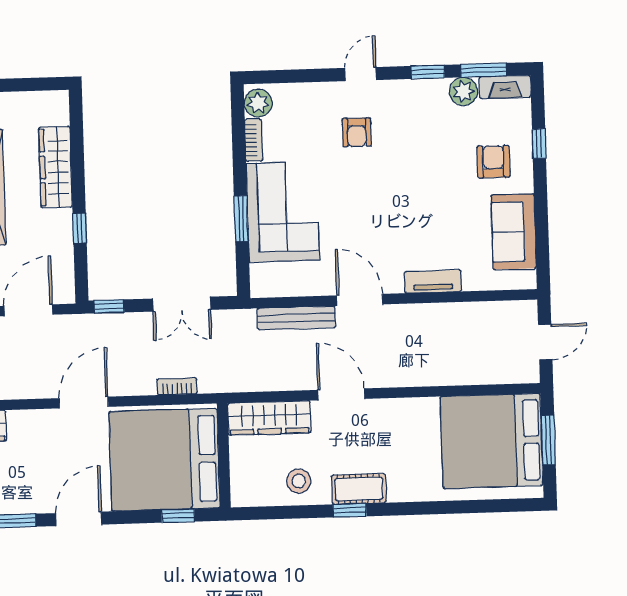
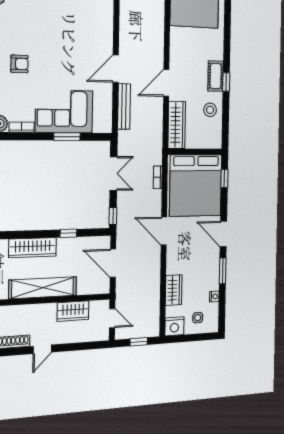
tv unit: (433, 282) -> (107, 24), removed

